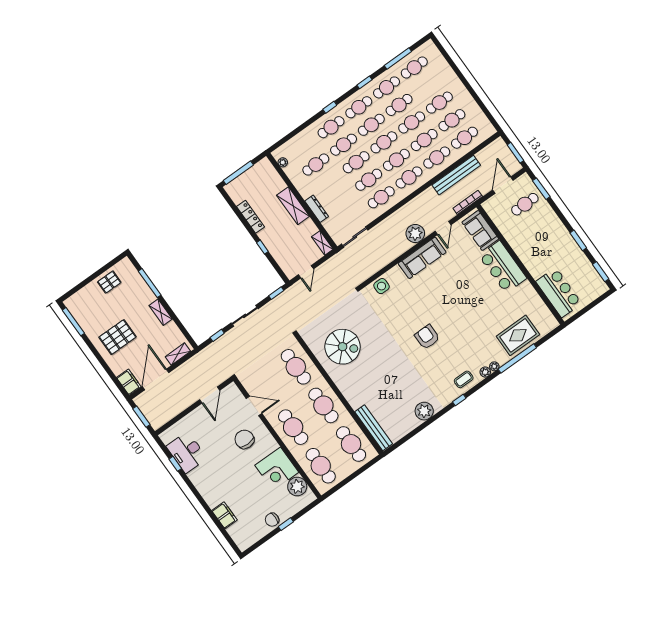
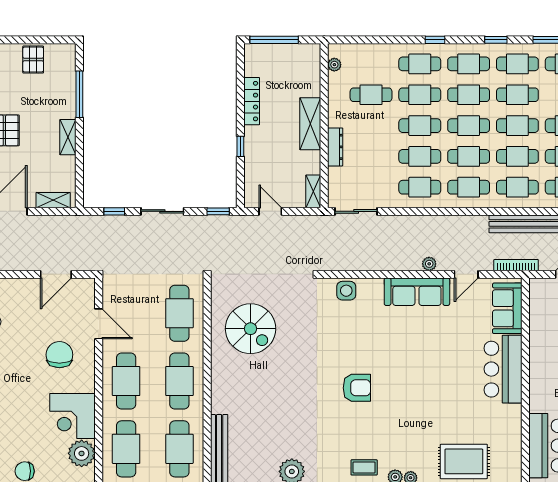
plant: (415, 234) -> (429, 264), width x0.53, depth x0.53
door: (306, 272) -> (270, 211), swing flipped
pallet: (109, 282) -> (33, 60), turned 90
armchair: (427, 337) -> (357, 388), turned 90

